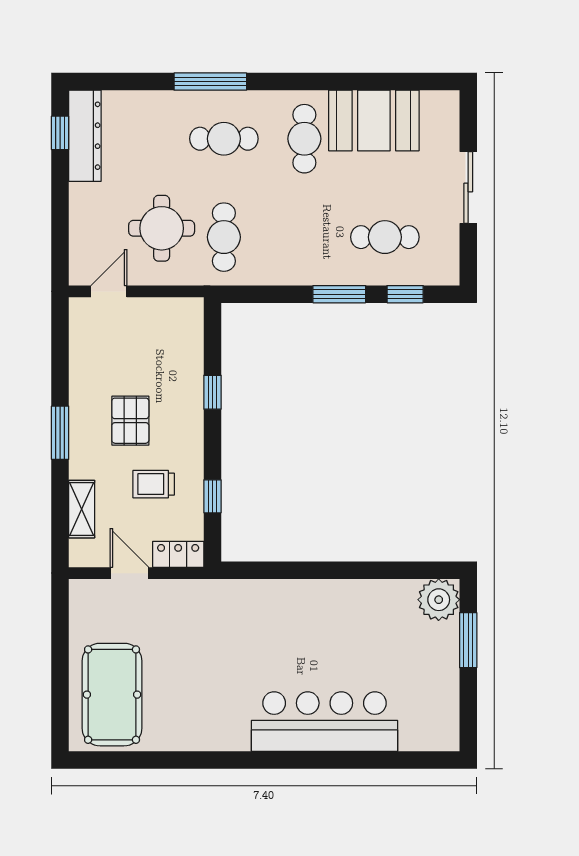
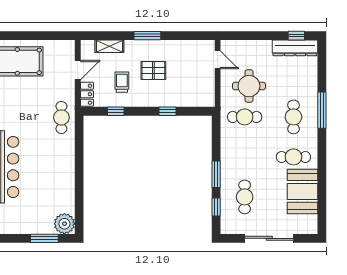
sliding door: (468, 188) -> (269, 238), width x1.37
cafe table: (225, 606) -> (61, 117), added

